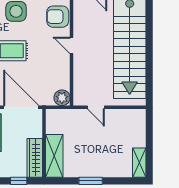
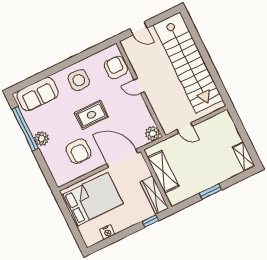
armchair: (58, 17) -> (116, 68), turned 90
shelving: (54, 156) -> (163, 172), moved

